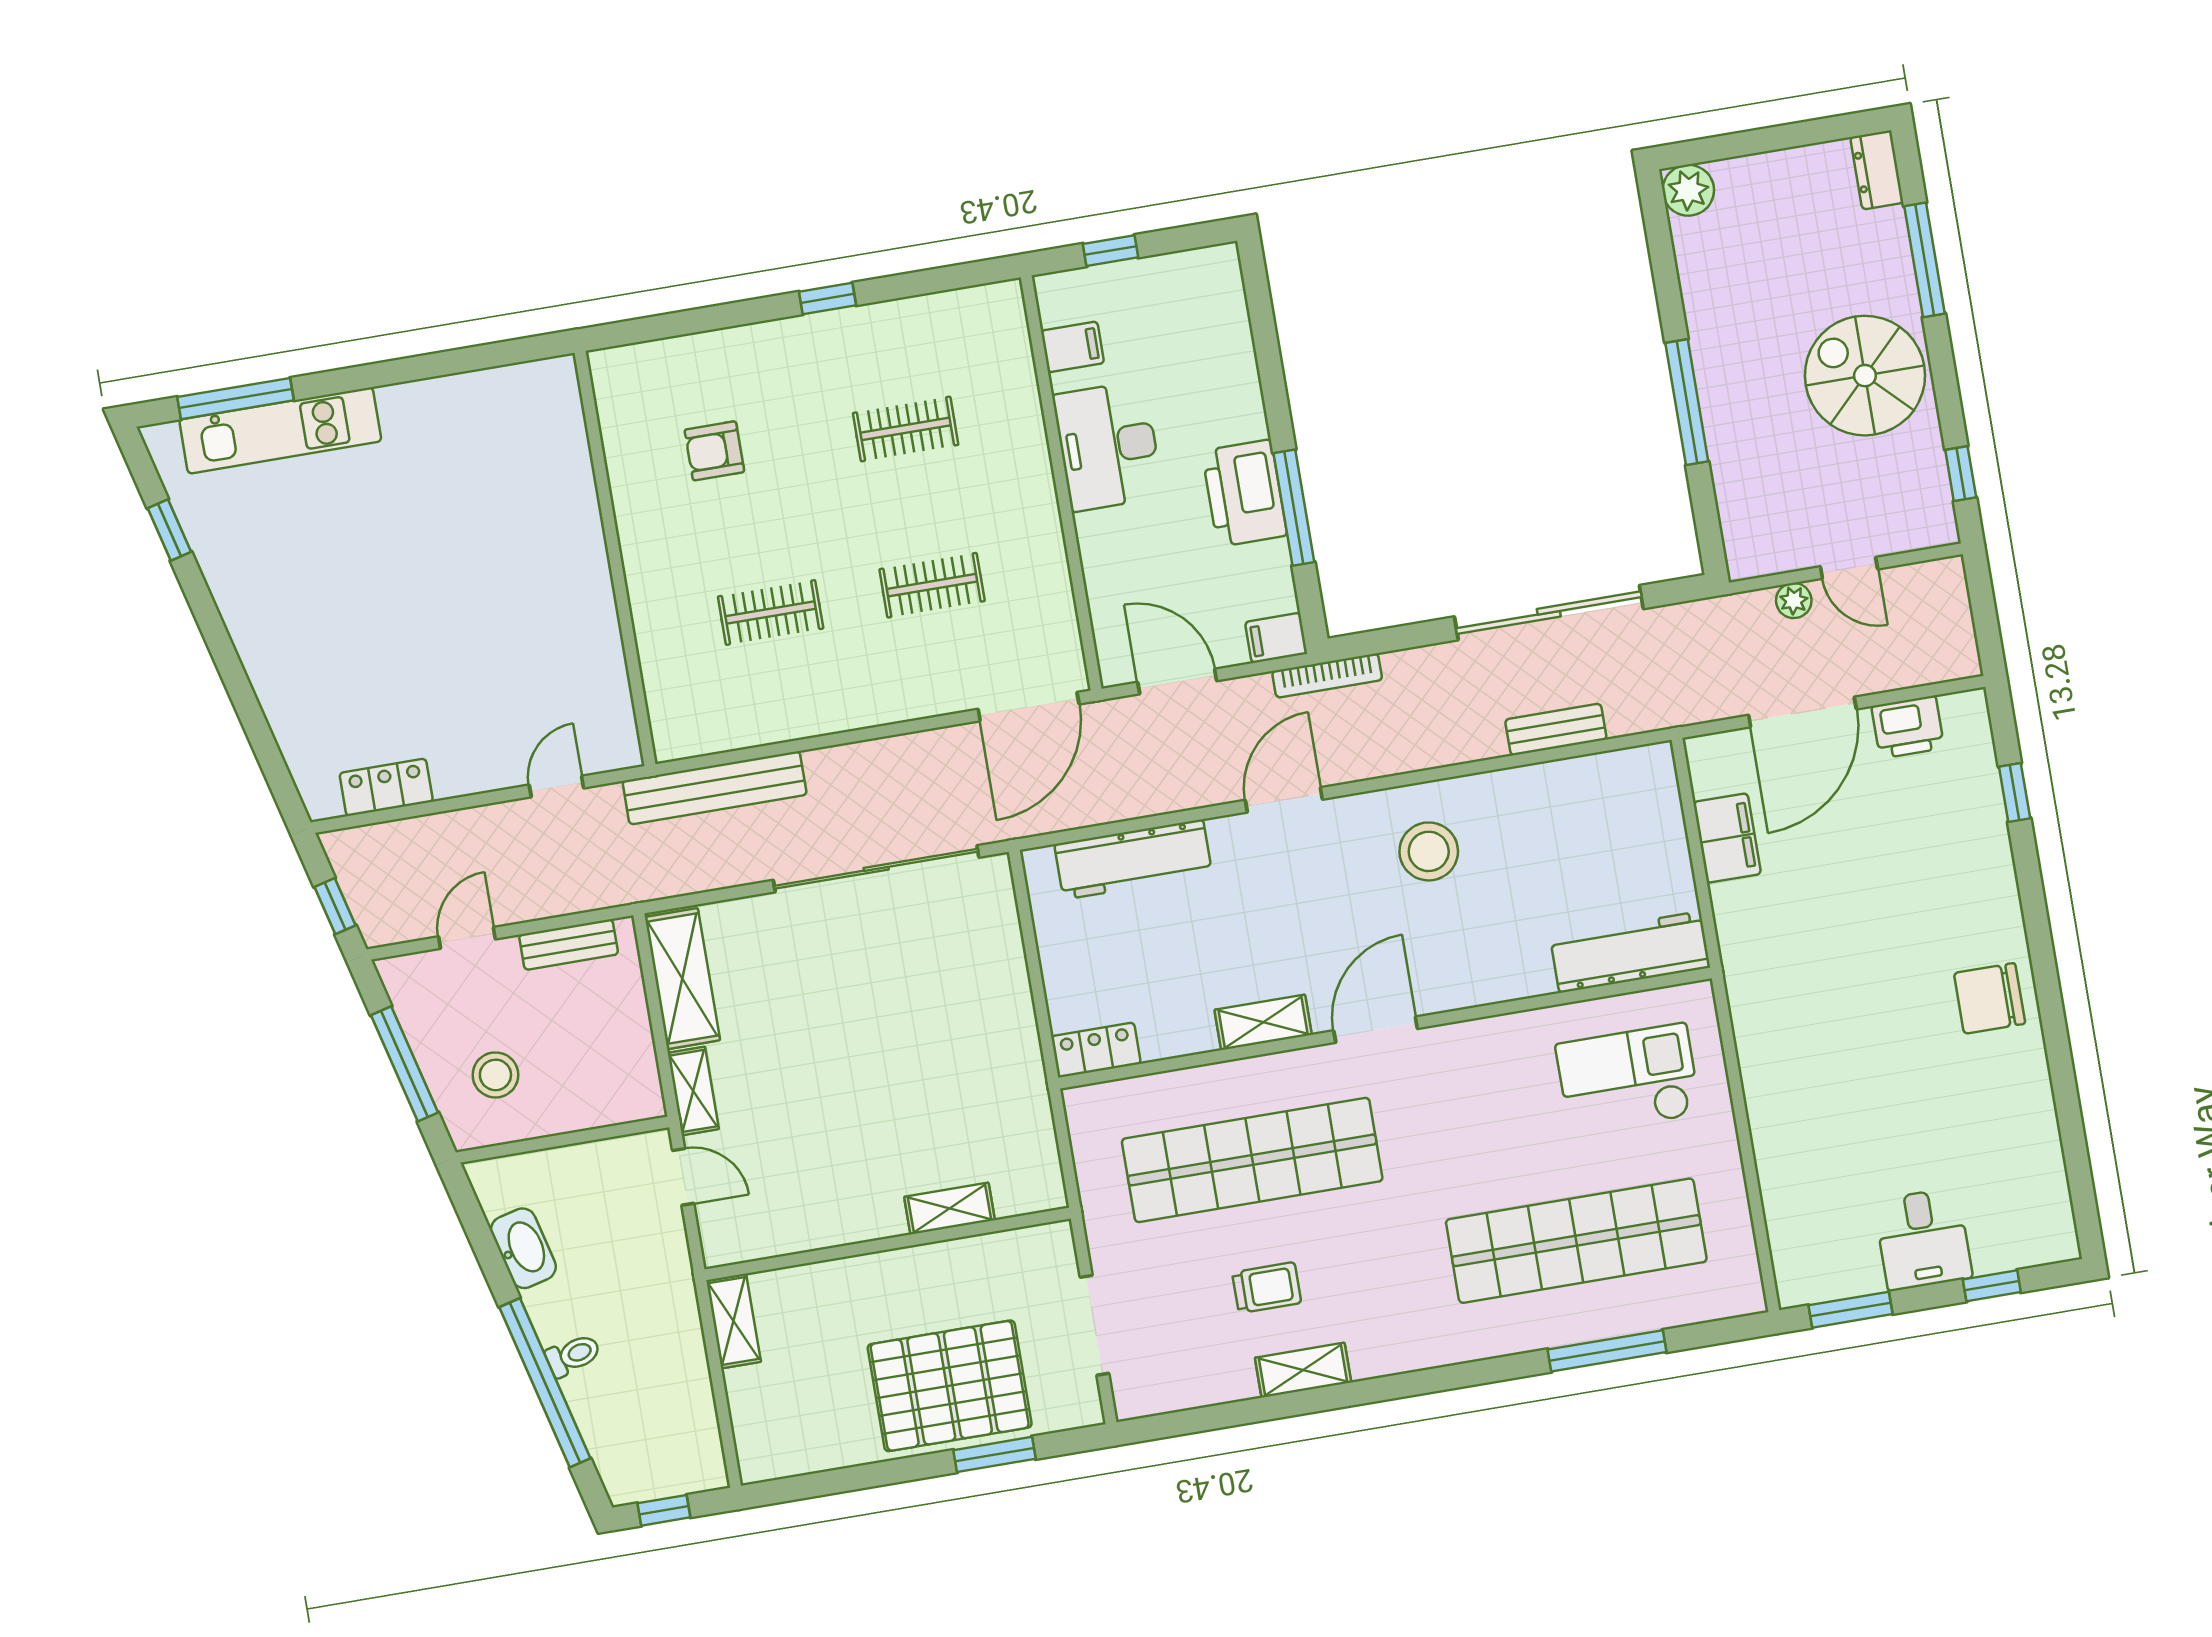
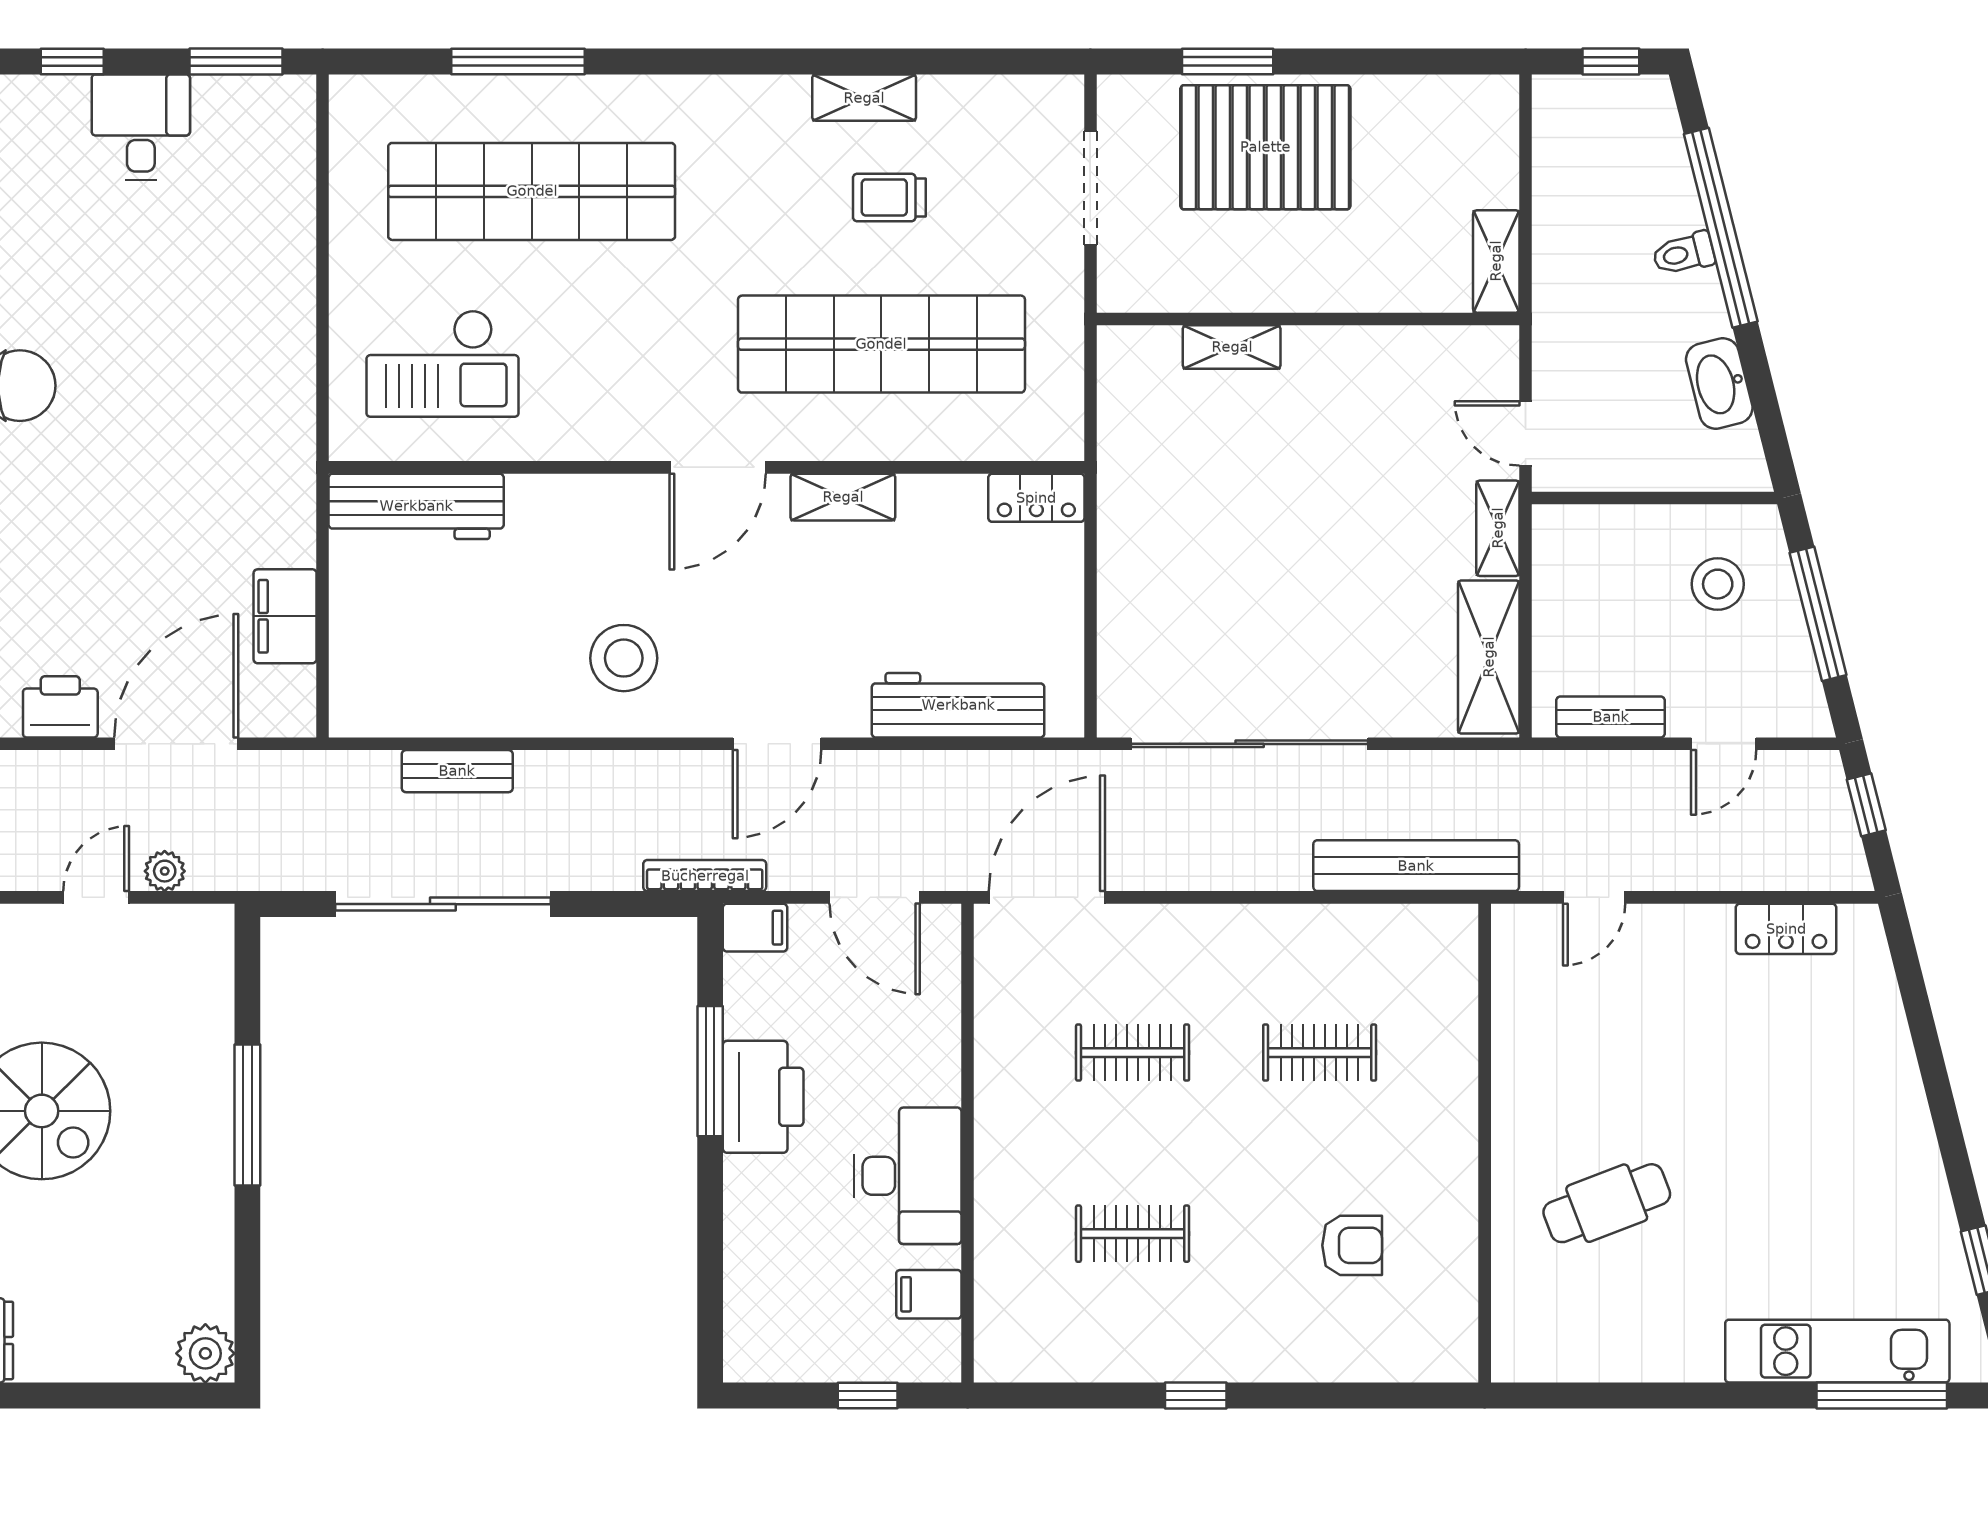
cafe table: (501, 524) -> (1607, 1203), added
door: (1849, 568) -> (96, 897), hinge flipped

